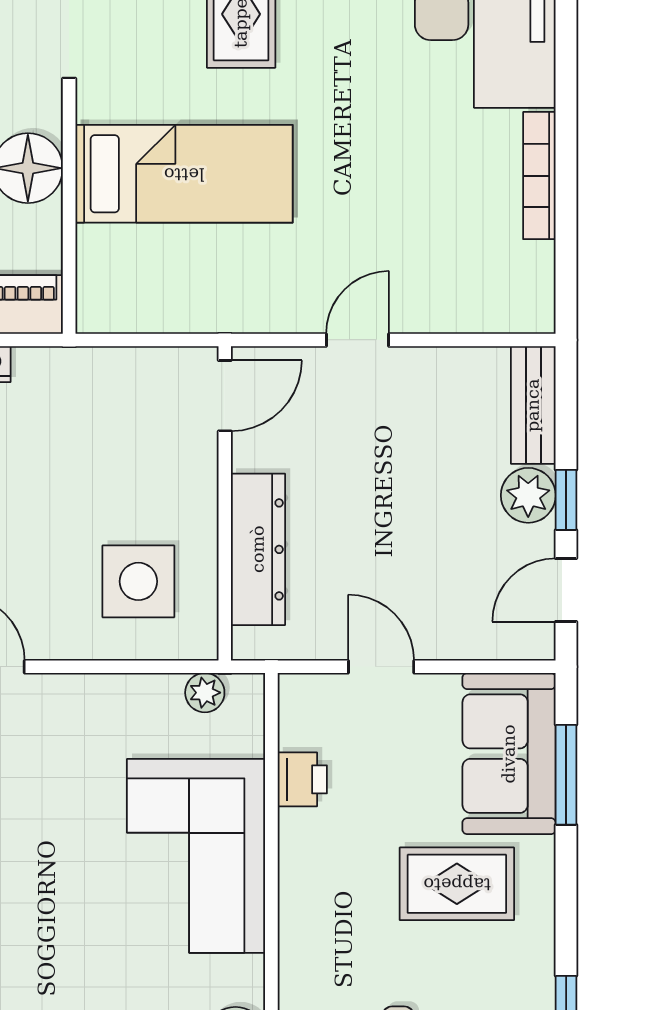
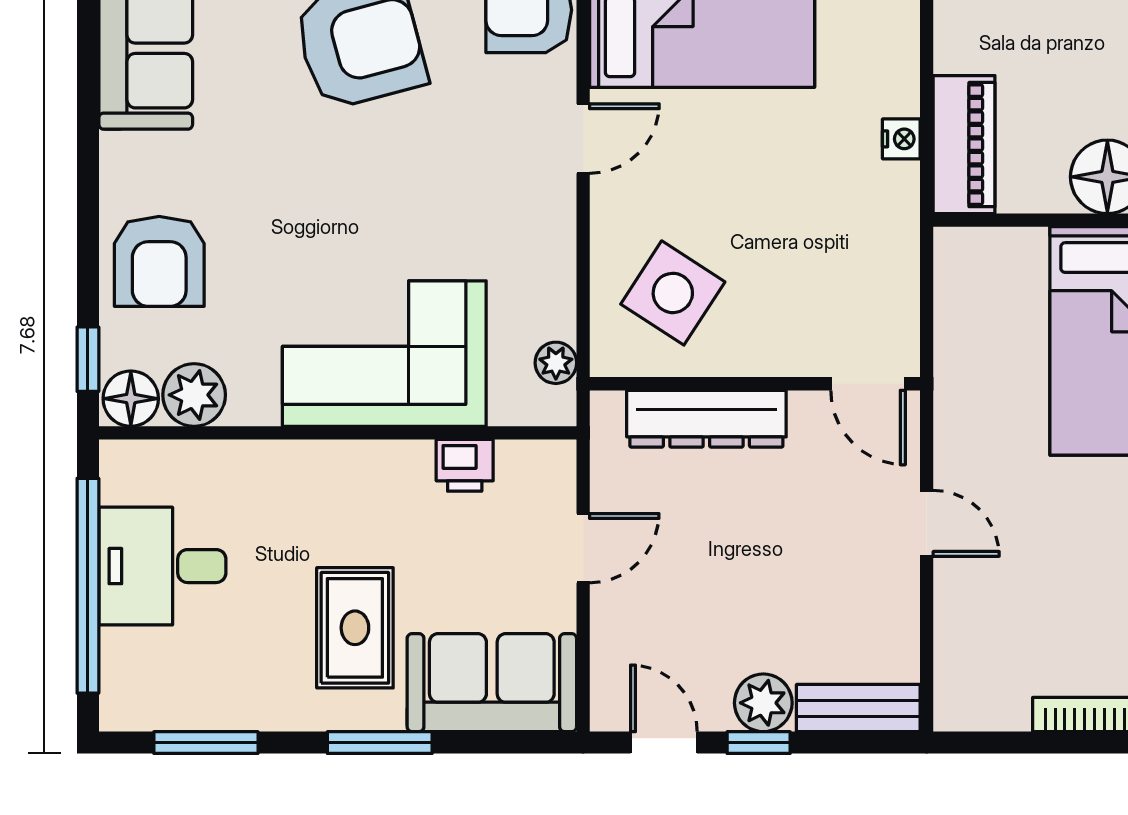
side table: (138, 581) -> (673, 293), turned 33
window: (566, 775) -> (380, 743), moved

